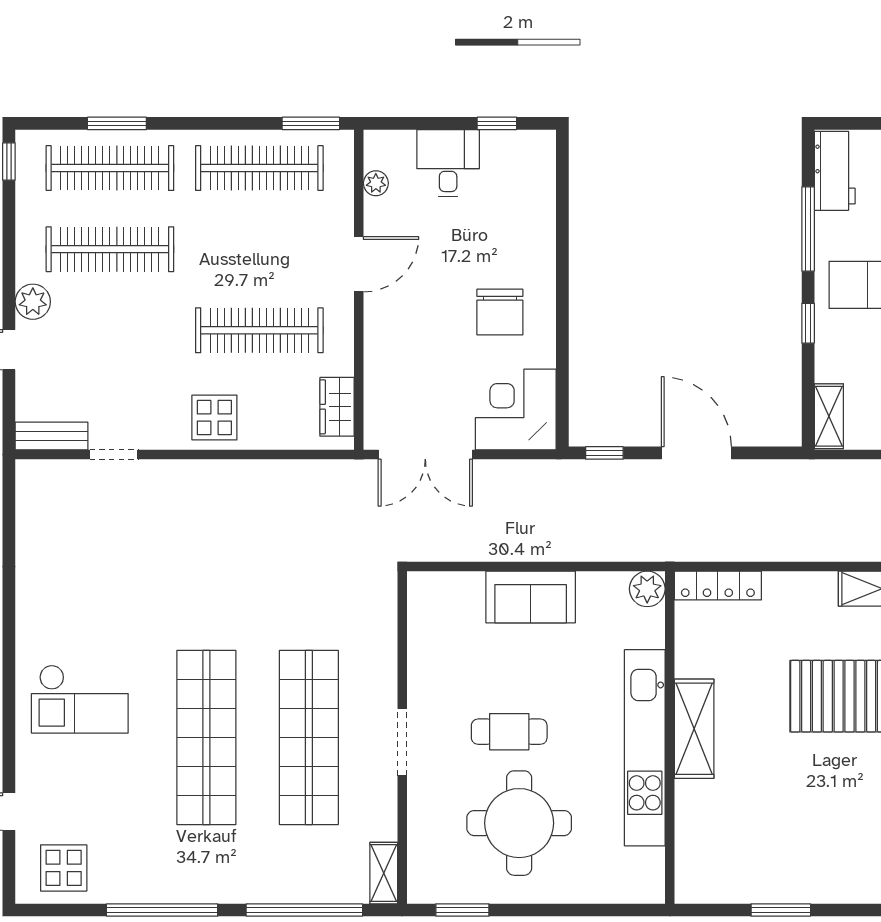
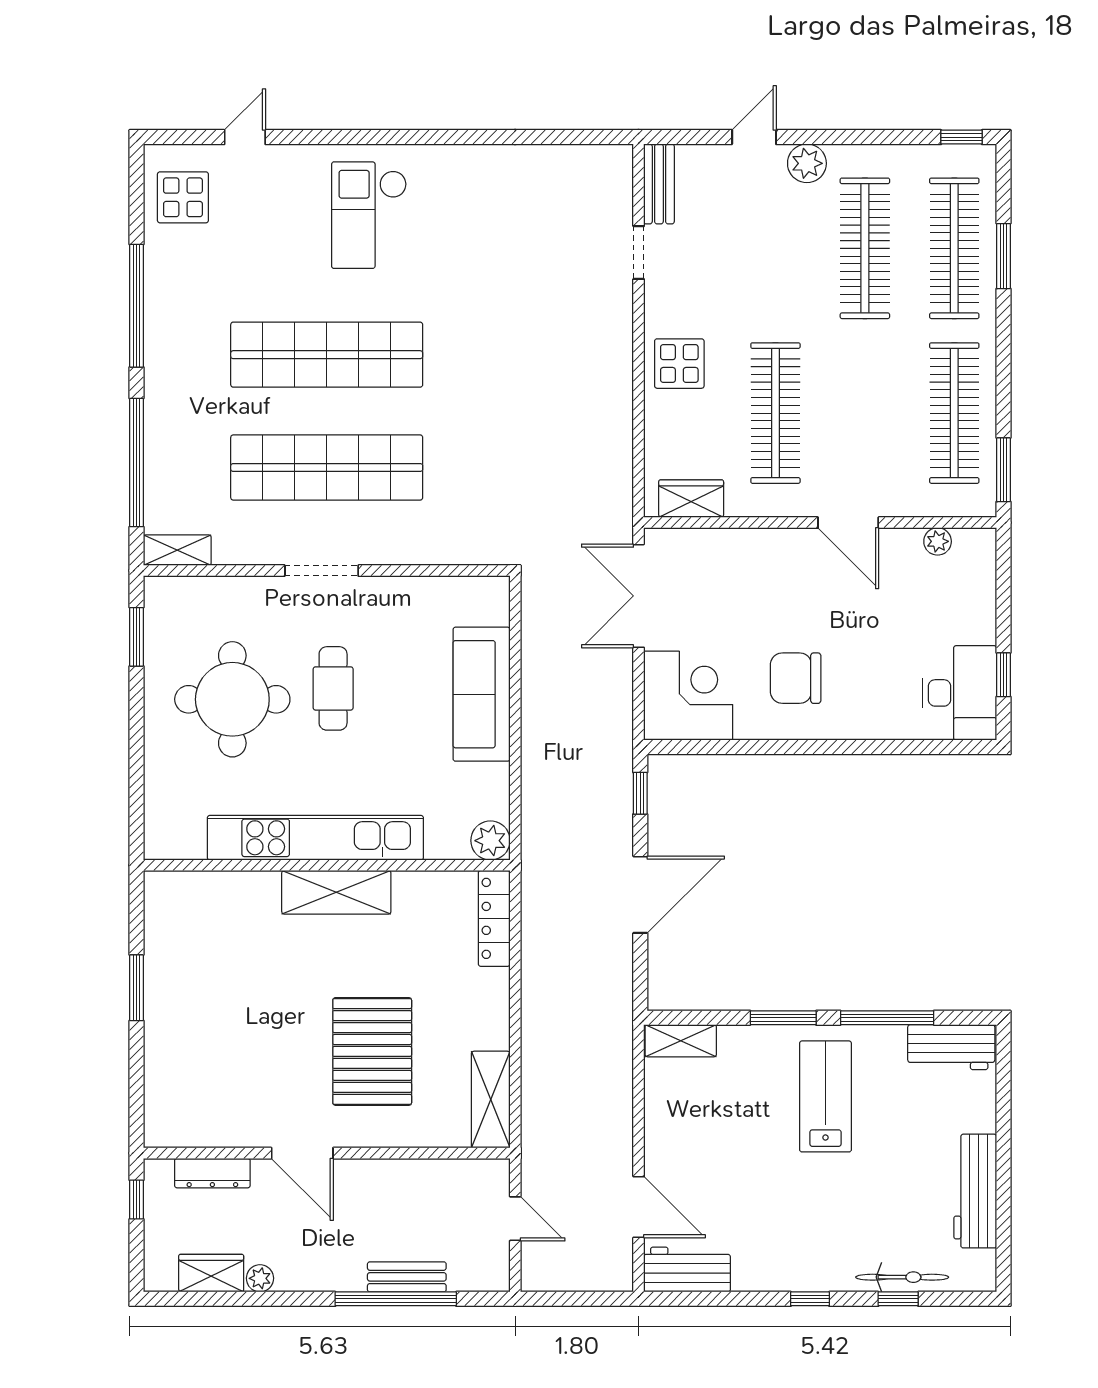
desk: (448, 163) -> (960, 693), moved, width x1.37
window: (808, 323) -> (783, 1018), width x1.50
sofa: (531, 597) -> (482, 694), width x1.36

